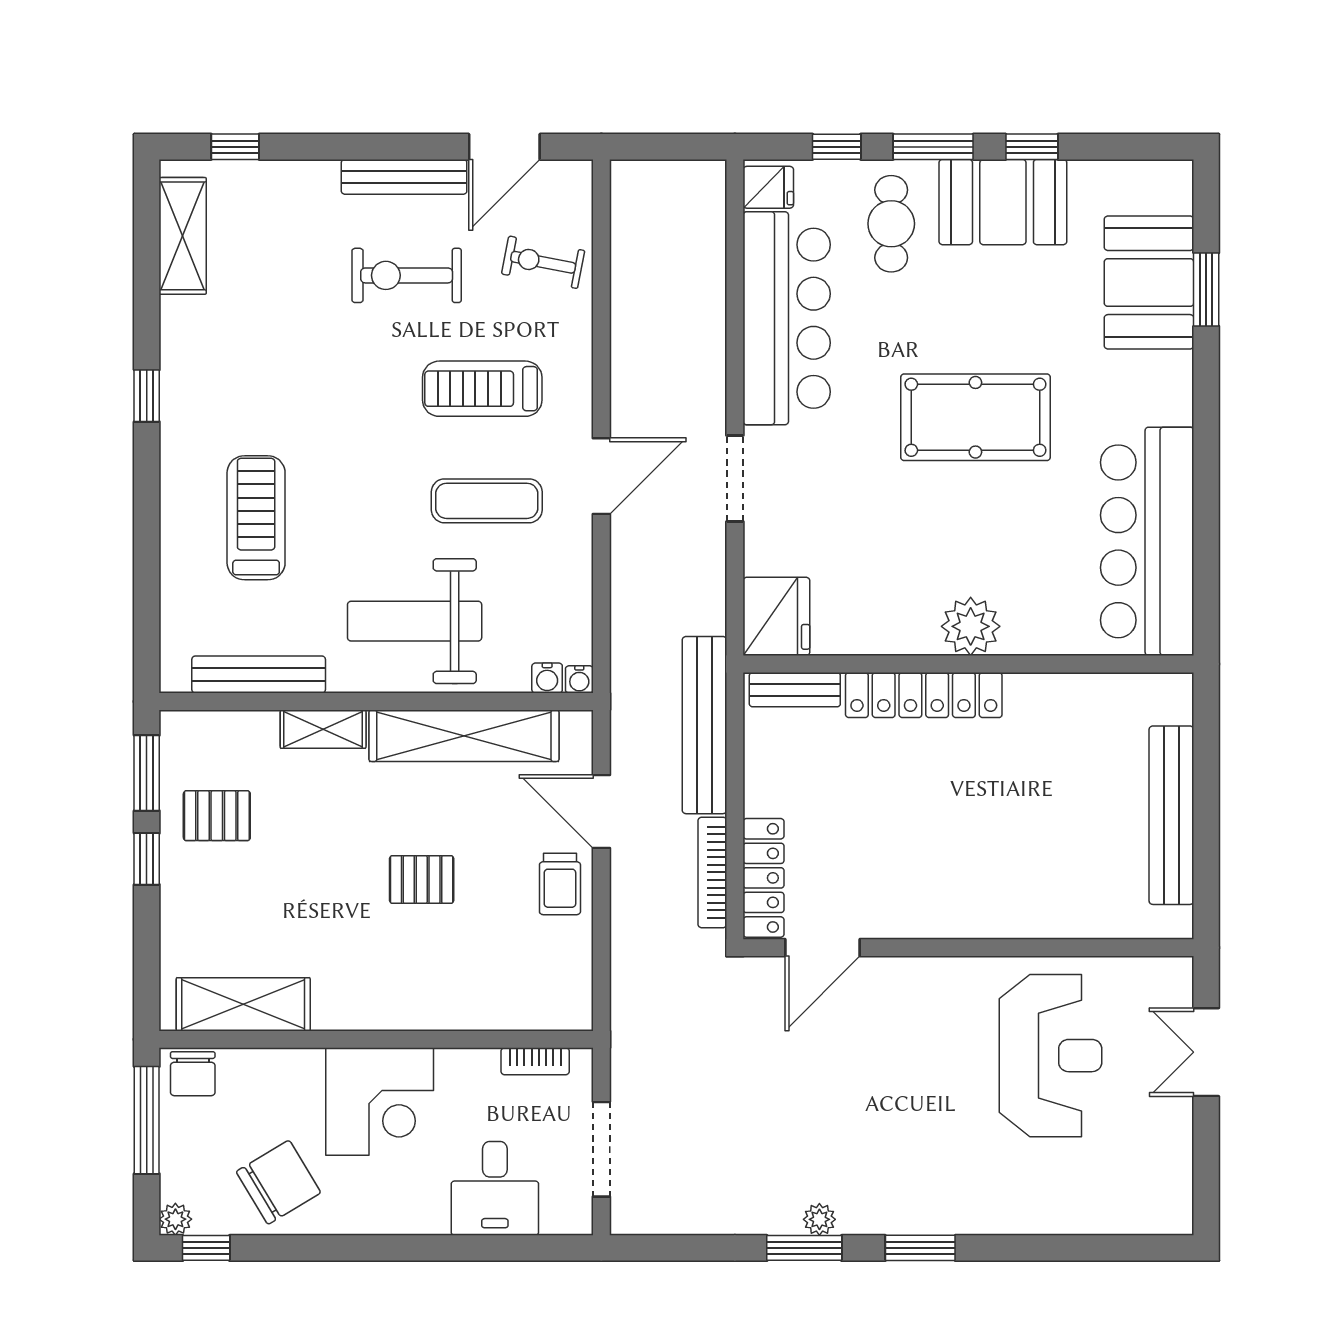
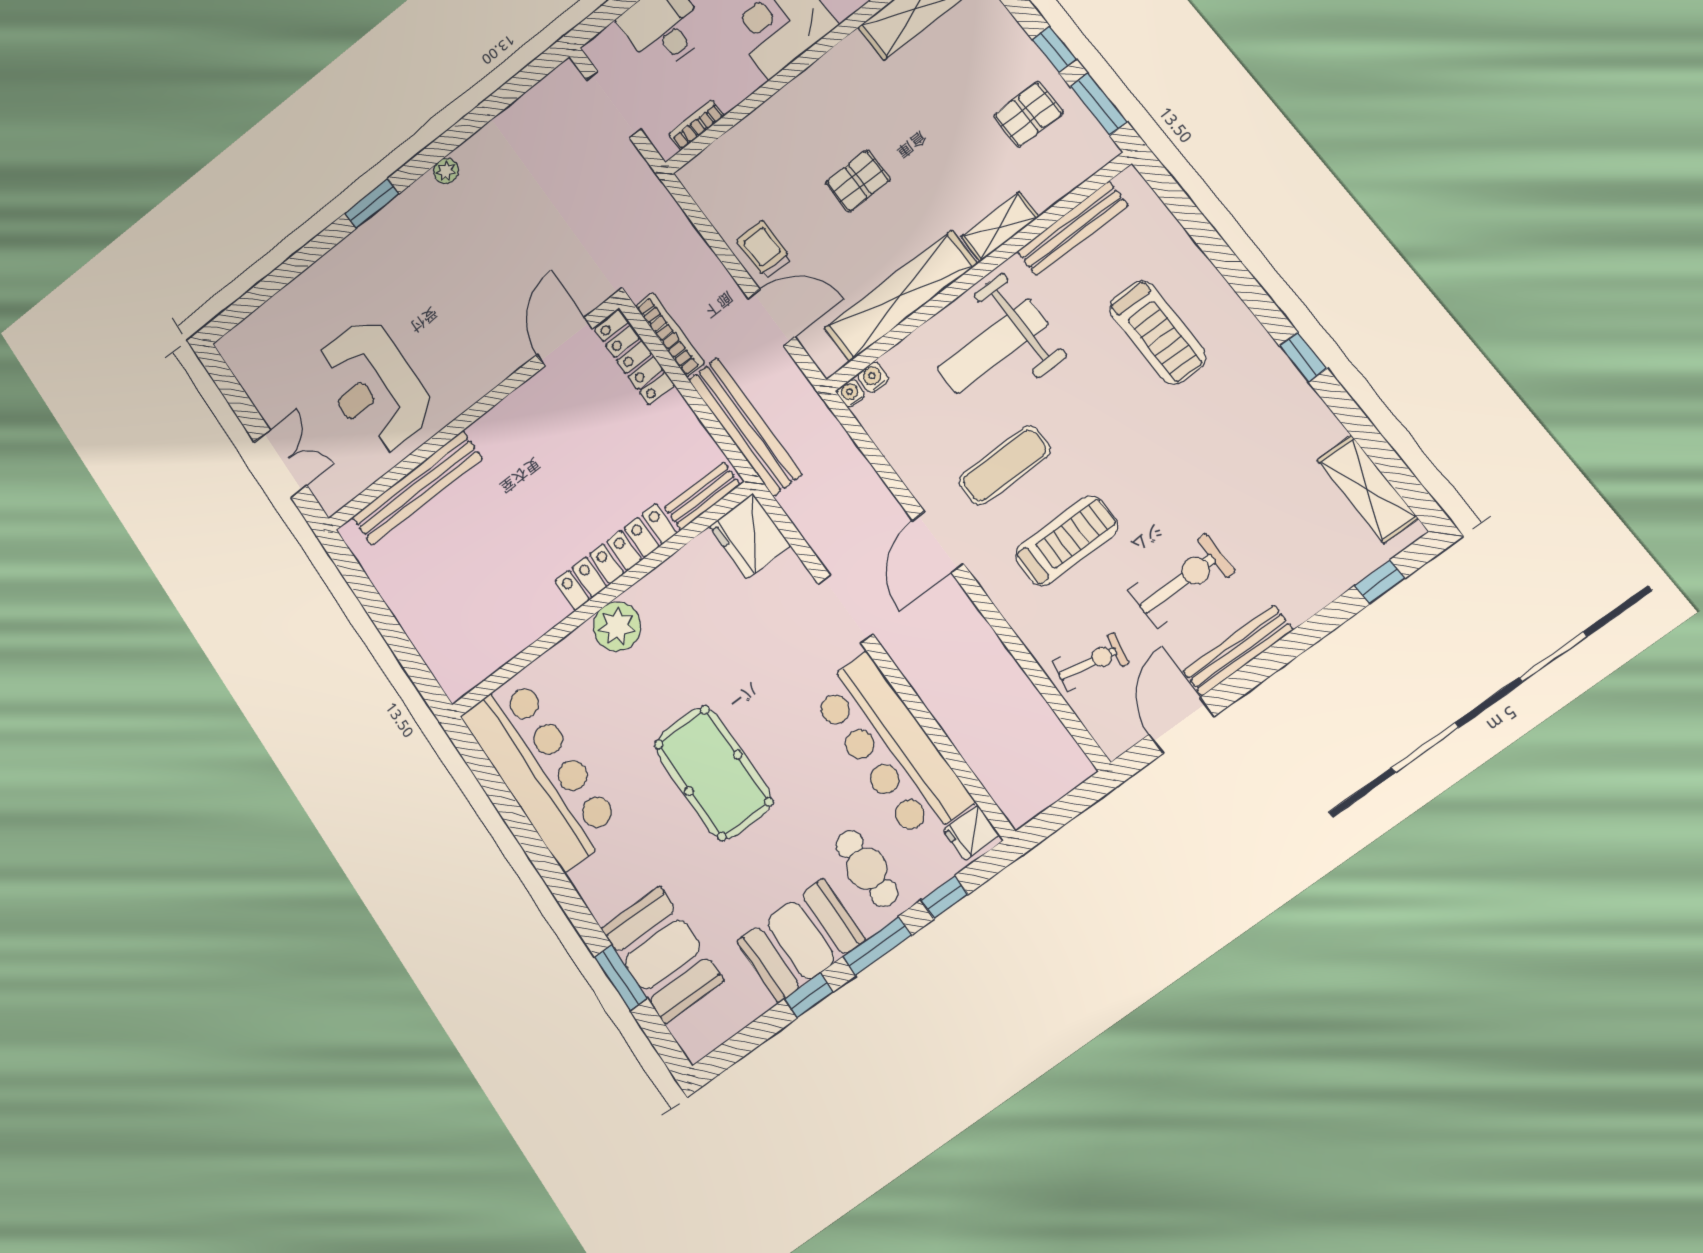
pool table: (975, 417) -> (713, 773), turned 90
weight bench: (415, 621) -> (992, 346), turned 180
bench: (1171, 815) -> (417, 488), moved, turned 90
window: (804, 1248) -> (443, 146), removed

